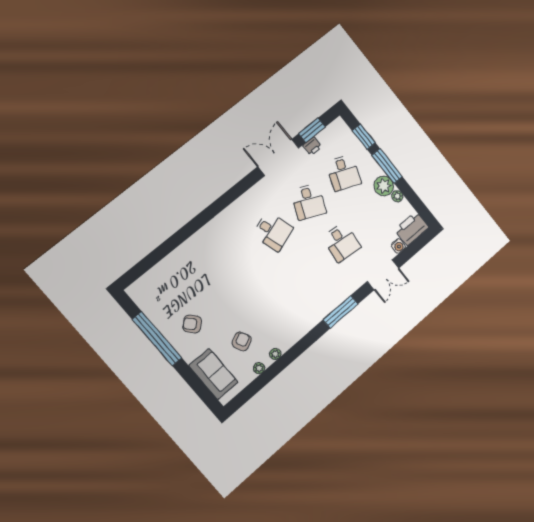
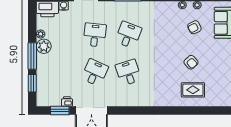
desk: (343, 173) -> (128, 35), moved
rug: (185, 271) -> (193, 90), added
armchair: (192, 324) -> (191, 62), moved

